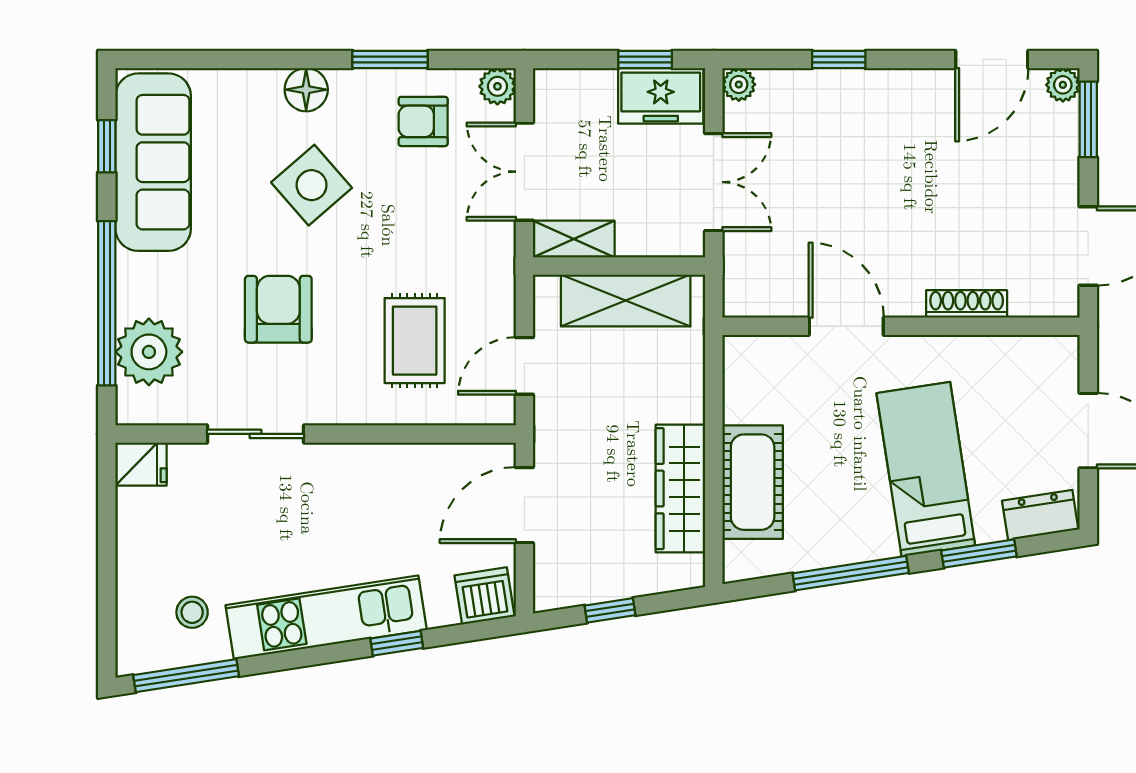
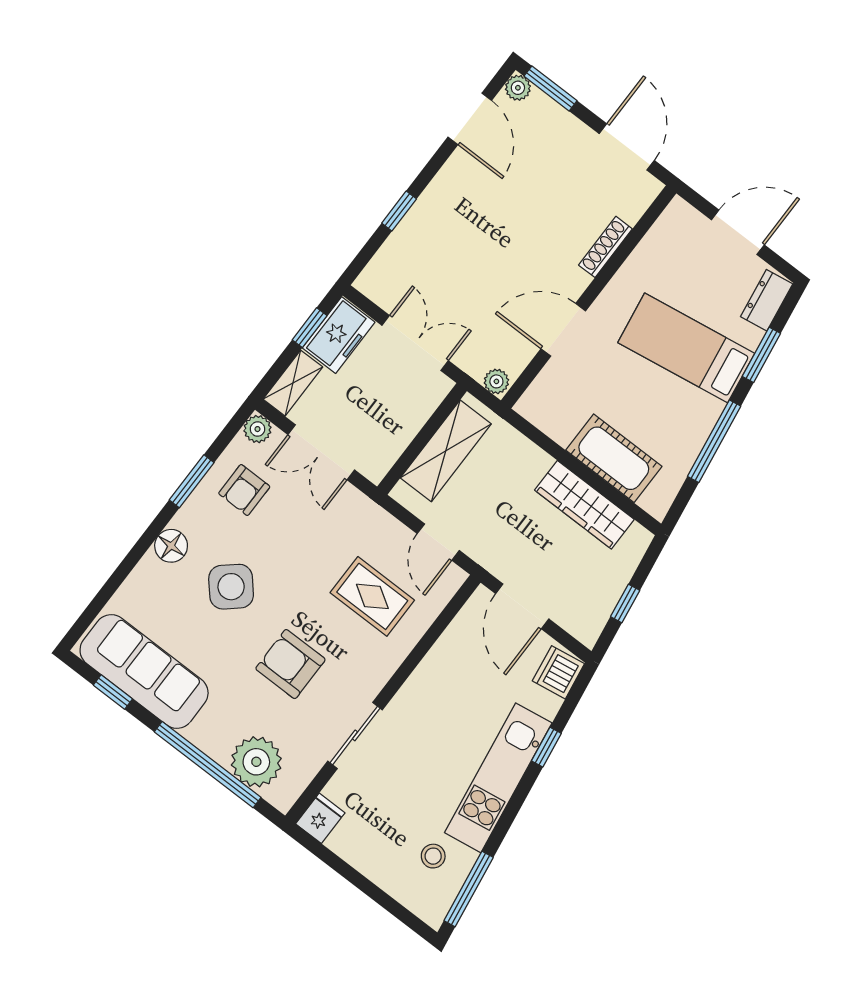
plant: (739, 84) -> (496, 381), moved
shelving: (574, 239) -> (293, 383), moved

